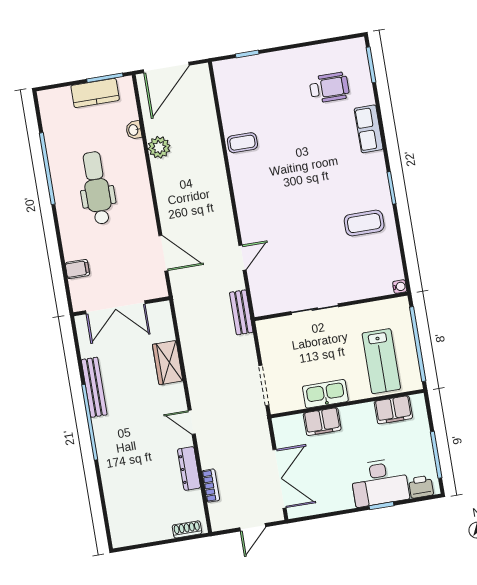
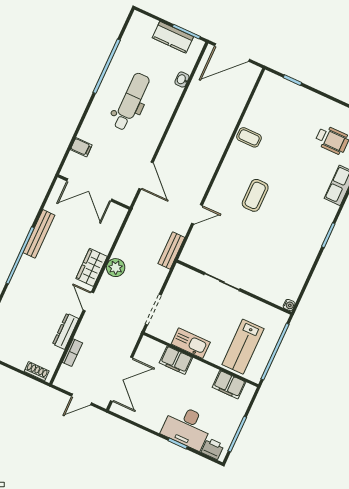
plant: (159, 147) -> (116, 268), moved
coffee table: (364, 223) -> (255, 195), moved, turned 90
wardrobe: (168, 363) -> (92, 267), moved

